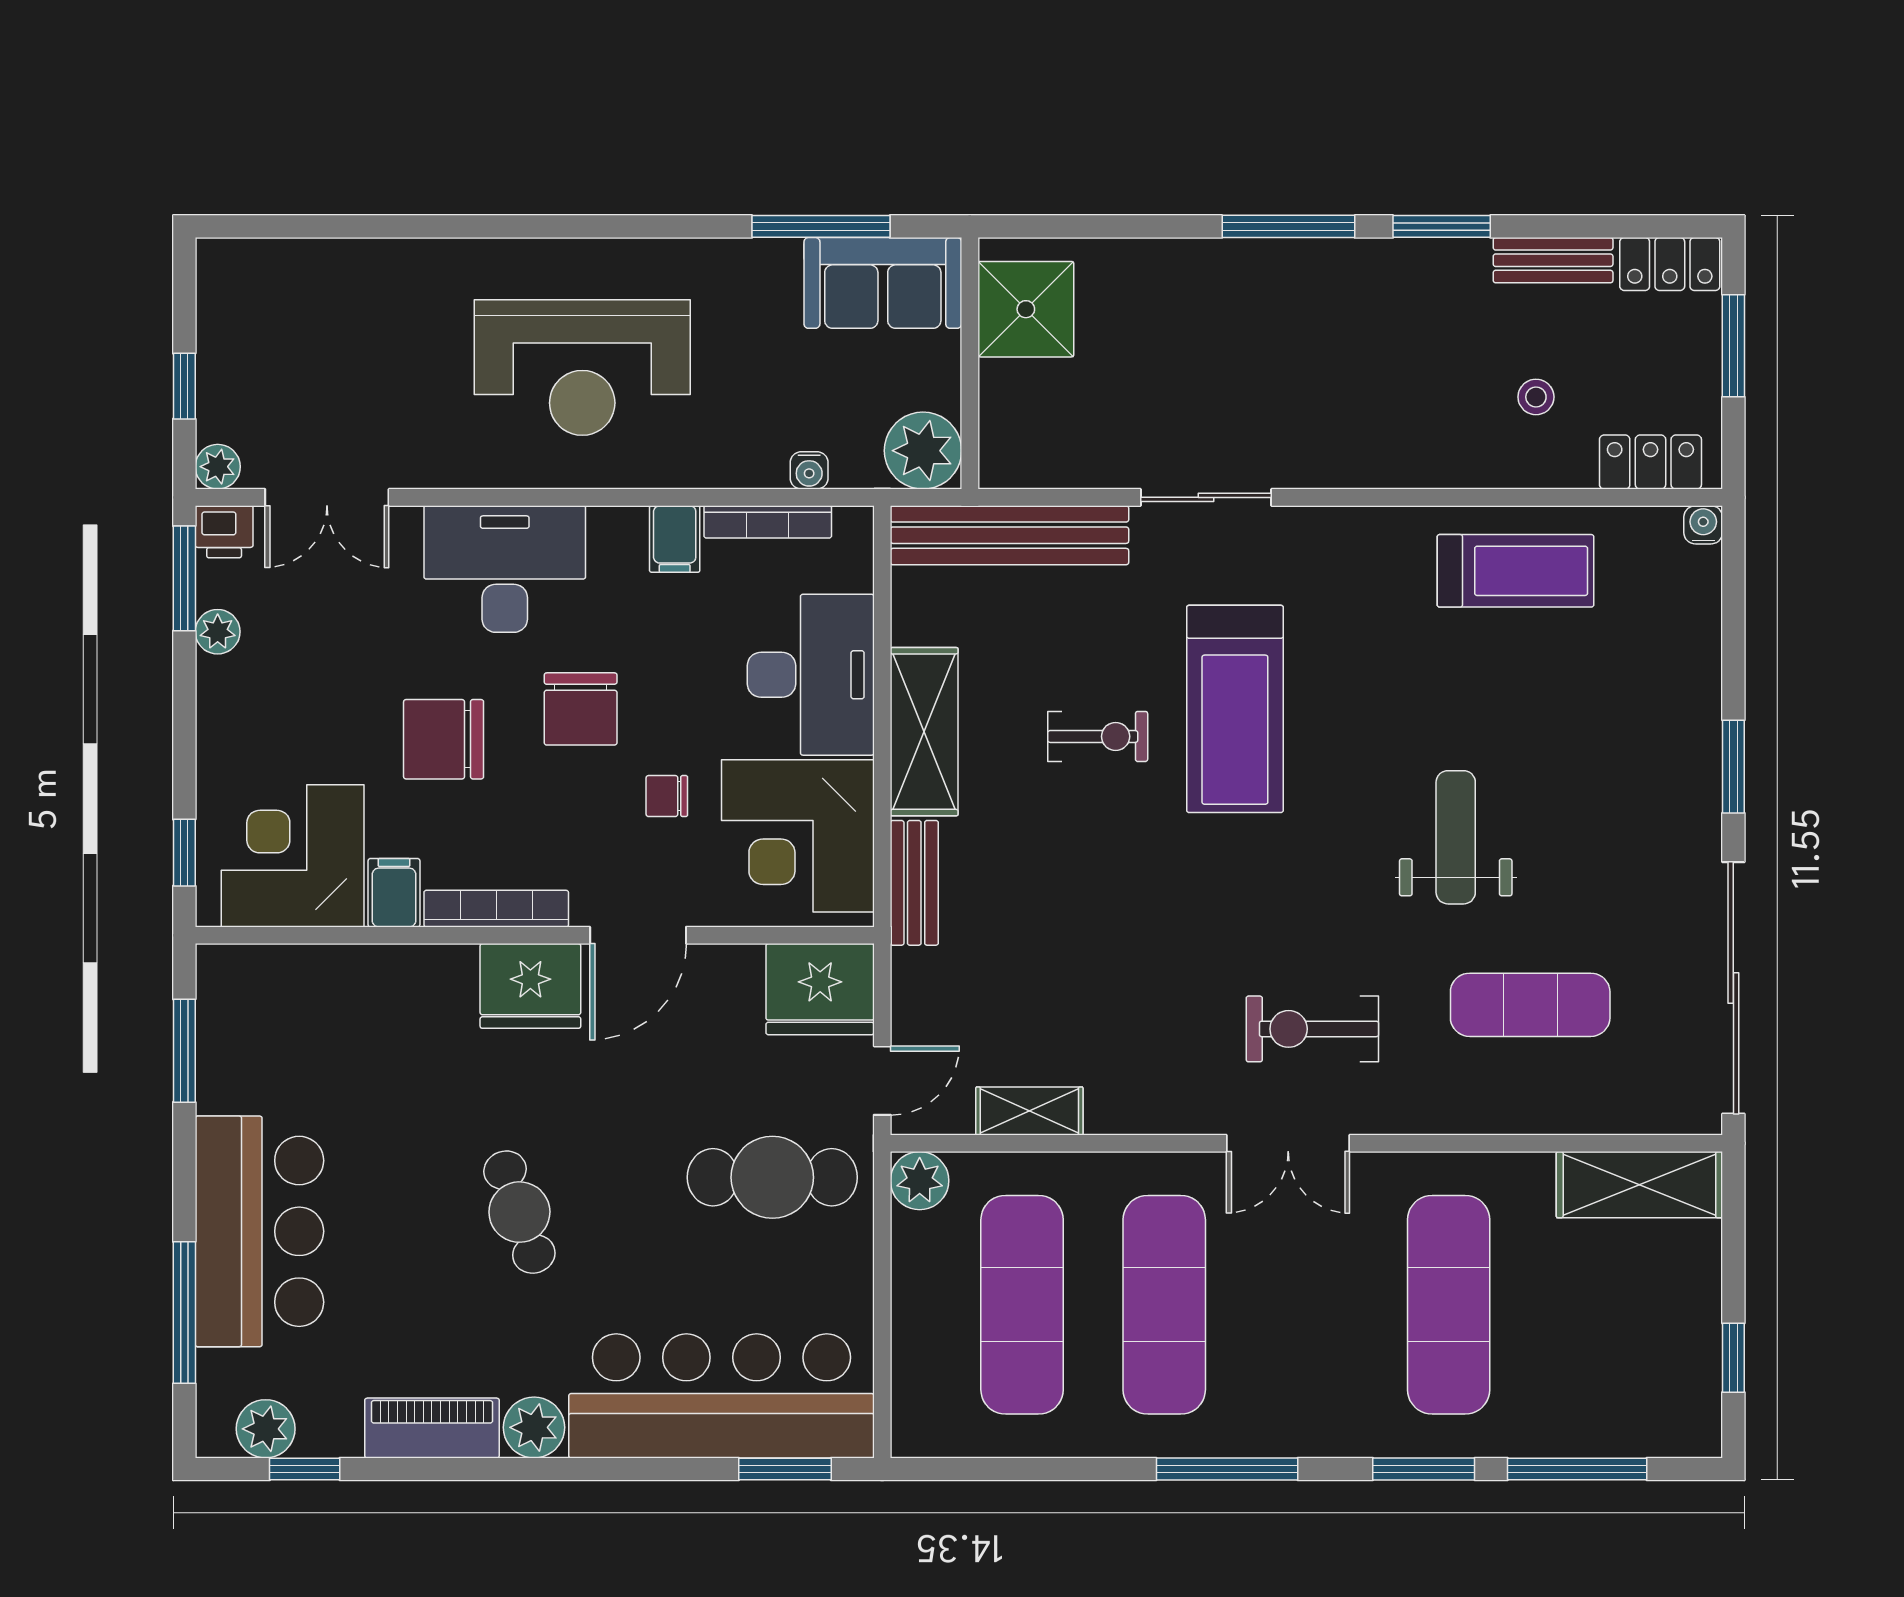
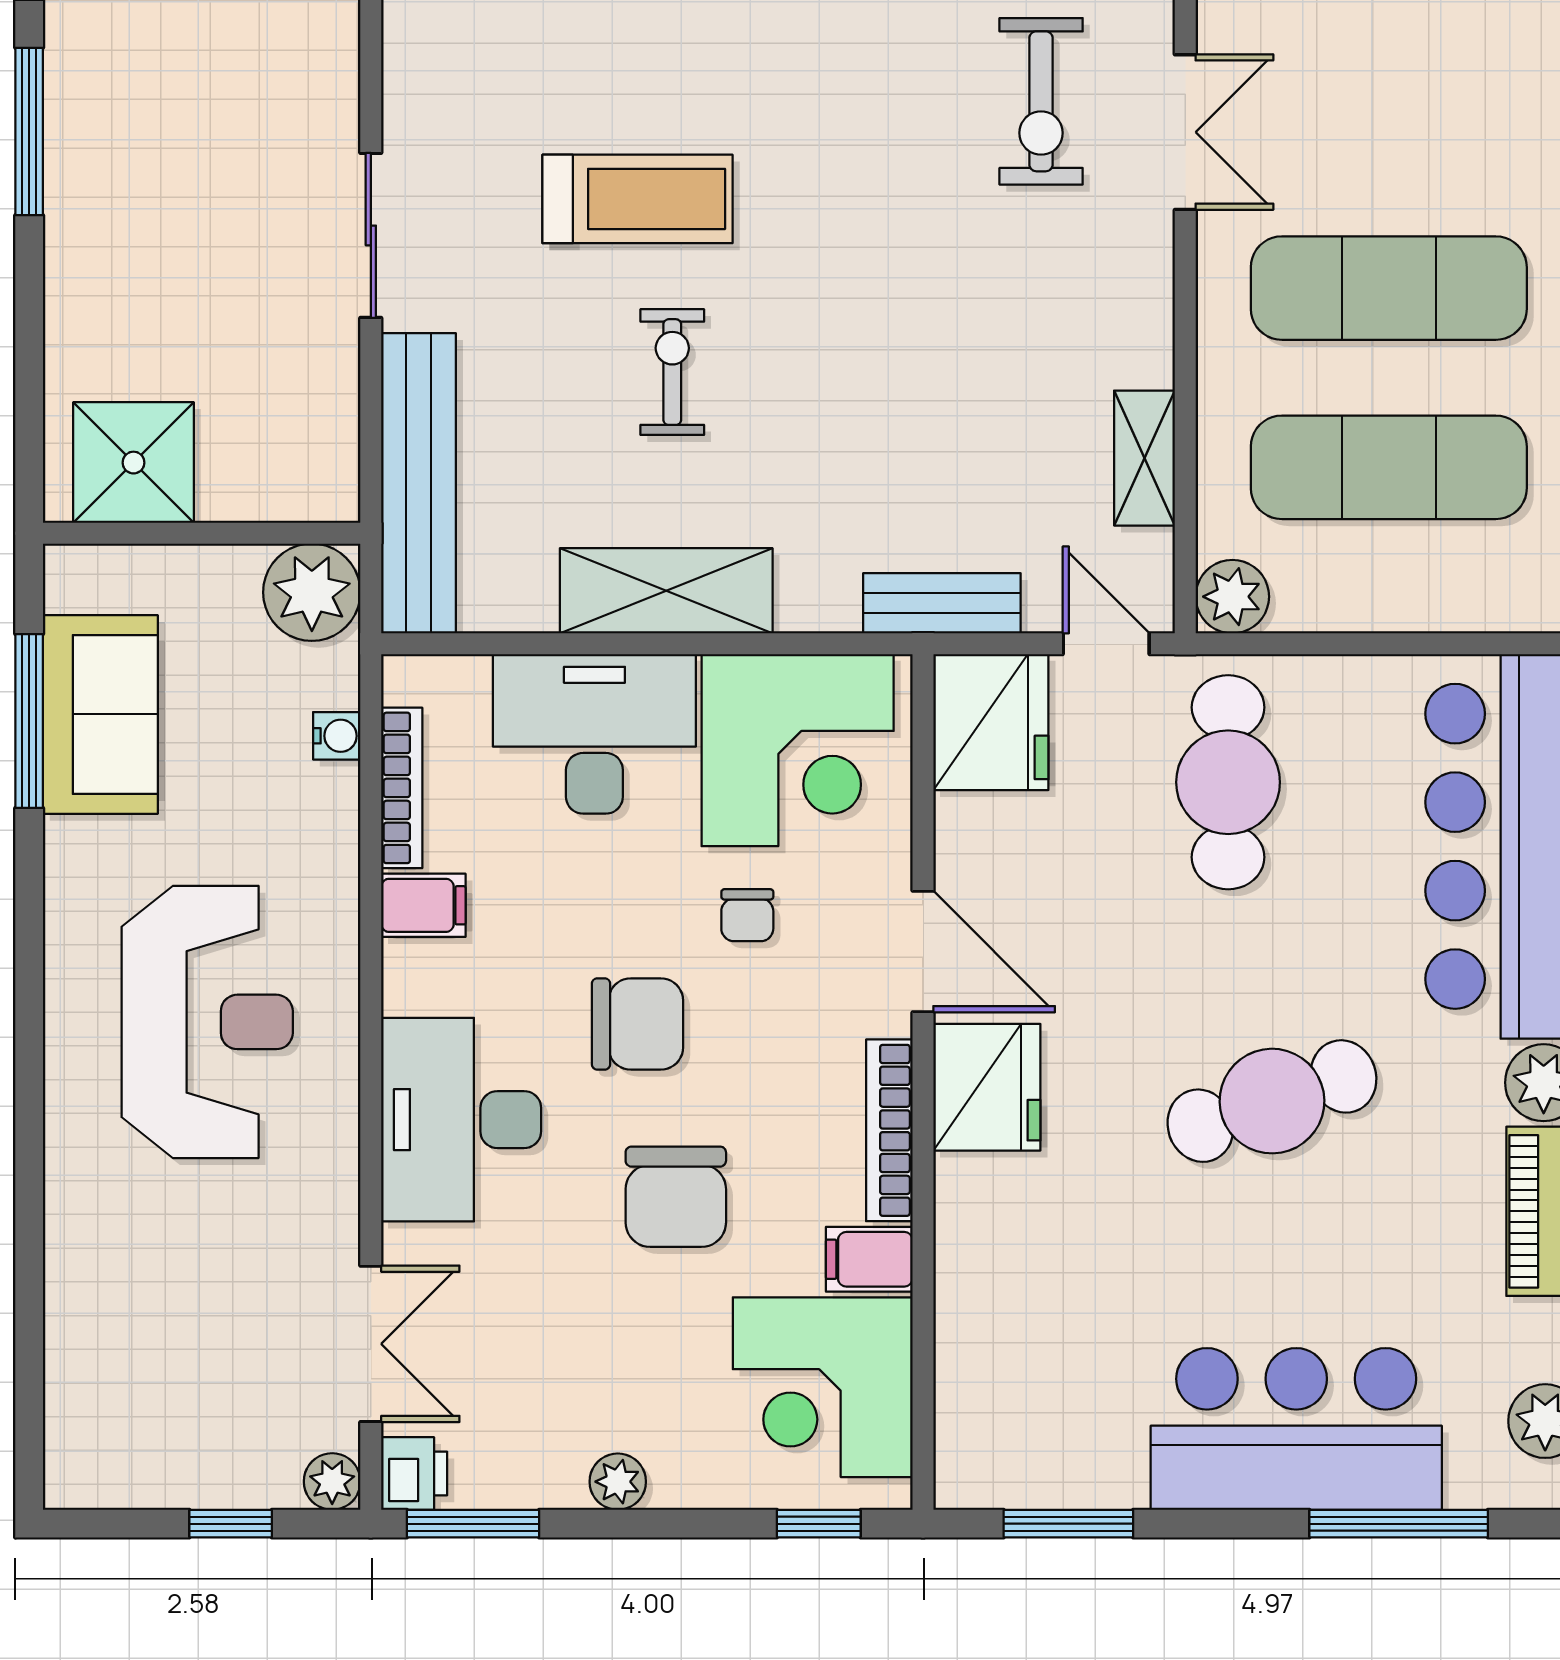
sofa: (883, 283) -> (100, 714), moved
plant: (218, 632) -> (618, 1482), moved
treadmill: (1235, 709) -> (638, 199), width x0.73, depth x0.73
bench: (914, 883) -> (942, 603), moved
cafe table: (519, 1212) -> (1272, 1101), width x1.37, depth x1.35

